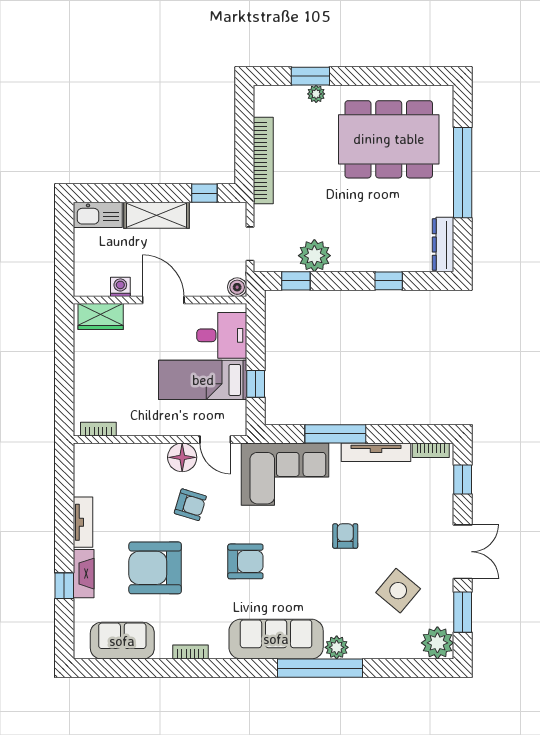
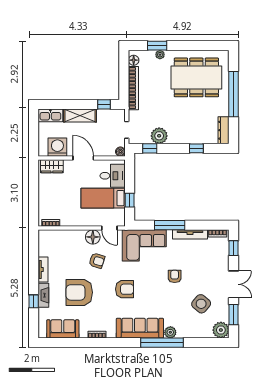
floor lamp: (264, 105) -> (134, 60), added
washing machine: (120, 287) -> (57, 147), width x1.89, depth x1.89

